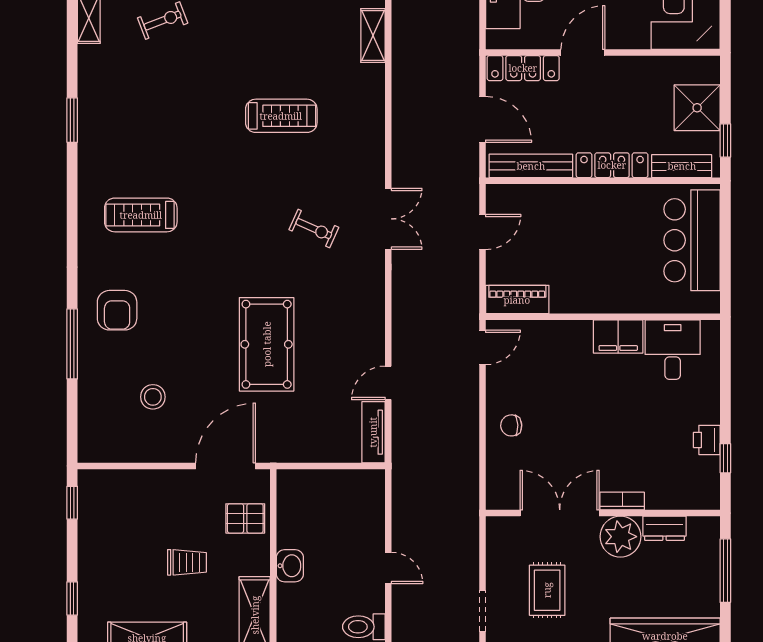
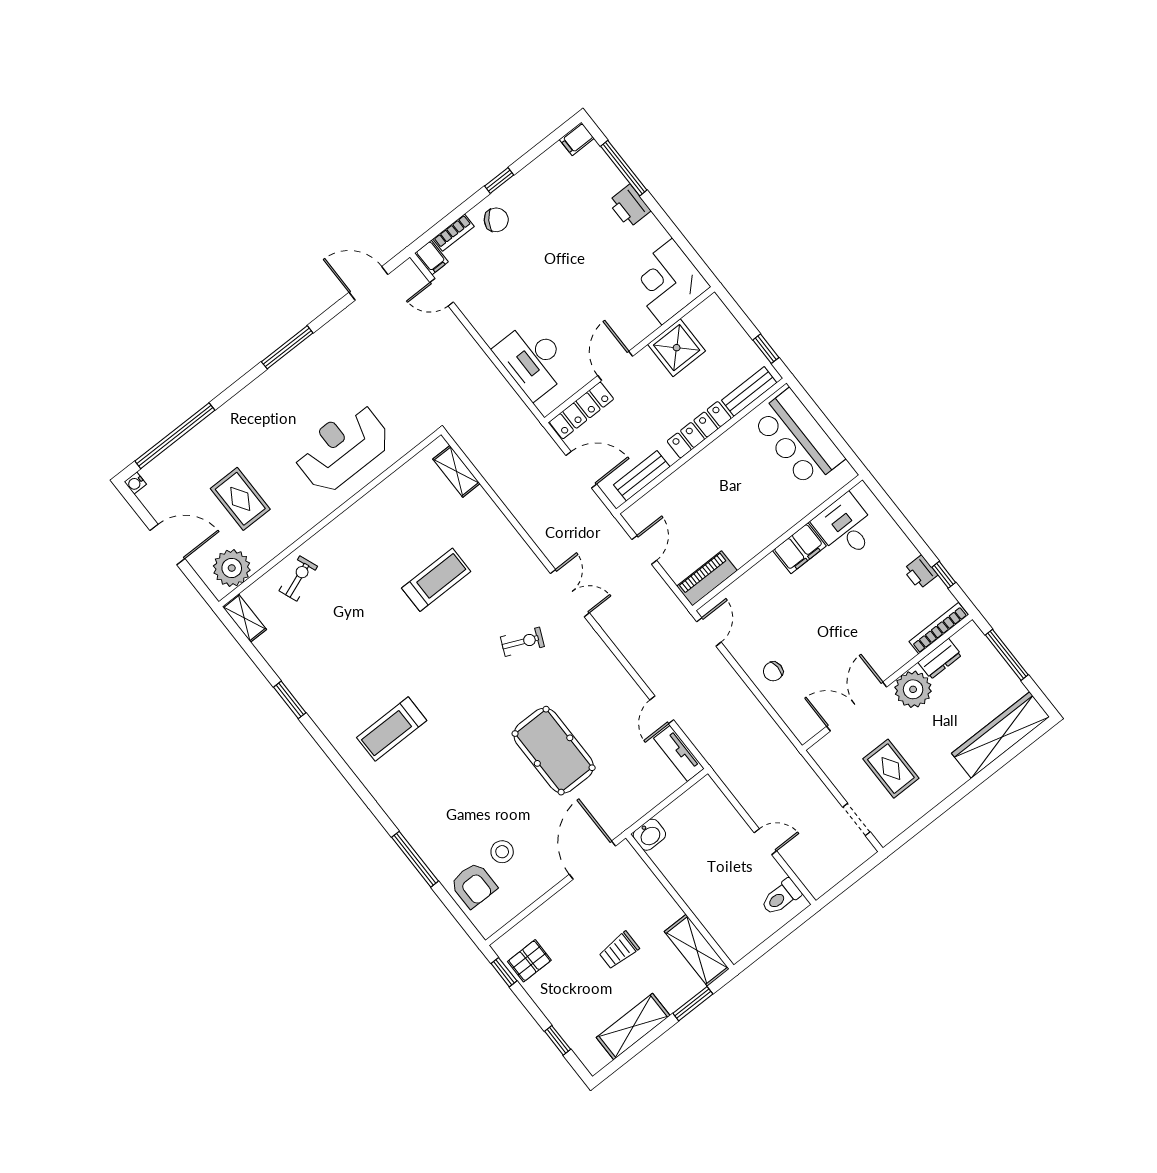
shower: (697, 108) -> (677, 348), moved
bench: (531, 166) -> (642, 476), width x0.73
armchair: (117, 310) -> (474, 885), moved
bookcase: (622, 501) -> (939, 628), moved, width x1.56
pallet: (245, 518) -> (529, 961), moved
trolley: (187, 562) -> (619, 950), turned 180
washbasin: (290, 566) -> (649, 835), moved, turned 90

